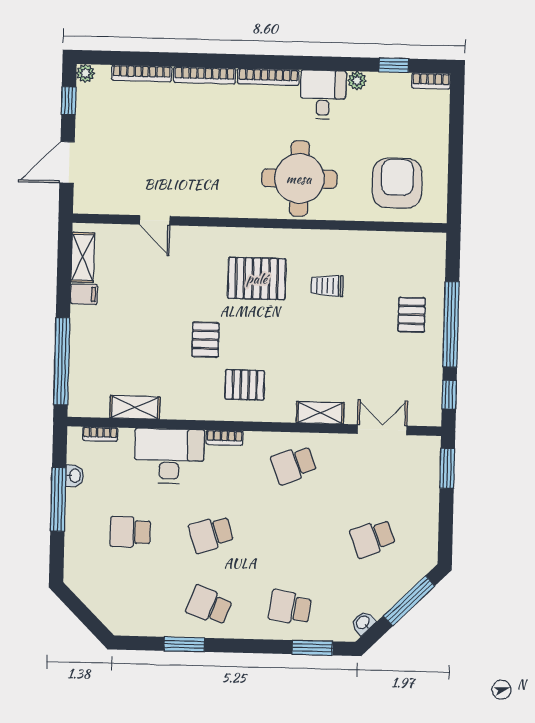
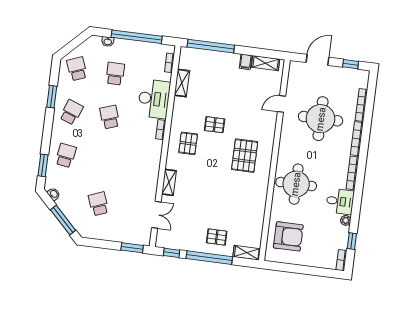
plant: (85, 73) -> (364, 75), removed
round table: (175, 146) -> (321, 119), added
door: (67, 162) -> (317, 60), hinge flipped
shelving: (435, 257) -> (247, 253), added
trolley: (327, 286) -> (237, 193), removed
school desk: (294, 465) -> (77, 69), moved
washbasin: (74, 476) -> (108, 42), moved
window: (58, 499) -> (137, 37), width x1.46

